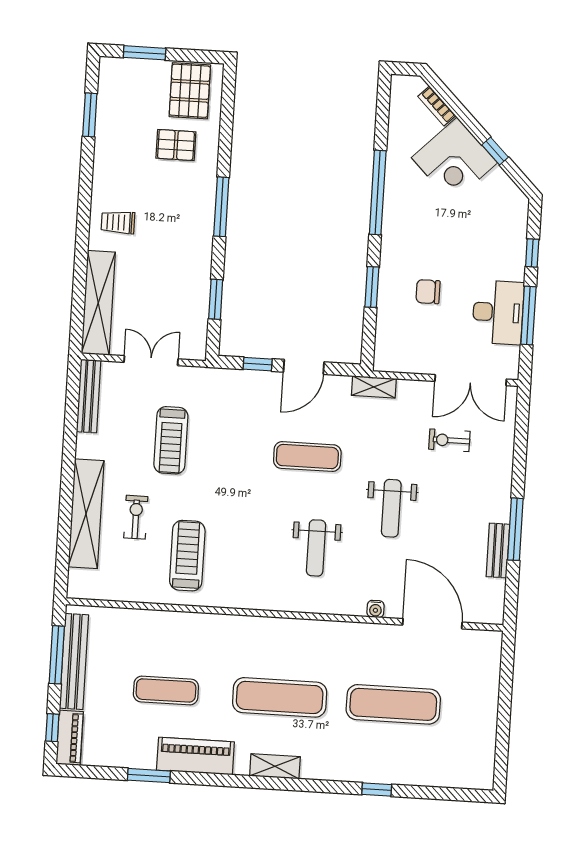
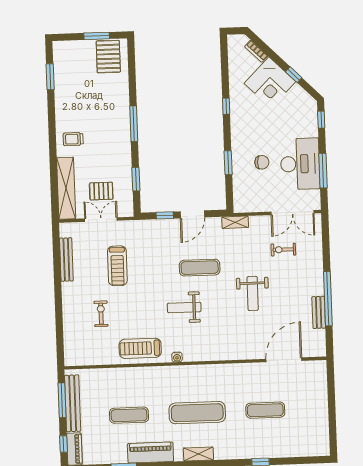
window: (145, 53) -> (97, 36), moved
pallet: (176, 145) -> (101, 191), moved
window: (378, 192) -> (226, 106), width x0.32
window: (532, 253) -> (321, 120), moved
chair: (428, 292) -> (262, 162), turned 180
desk: (498, 312) -> (300, 164), width x1.36, depth x1.30
bench: (89, 396) -> (66, 260), moved
shelving: (86, 514) -> (71, 315), removed
window: (515, 529) -> (328, 299), width x1.46
weight bench: (316, 548) -> (184, 307), moved, turned 90
treadmill: (187, 556) -> (140, 348), moved, turned -90
water cooler: (376, 609) -> (177, 357), moved
door: (432, 624) -> (284, 360), hinge flipped
exercise mat: (393, 704) -> (265, 410), width x0.73, depth x0.69

